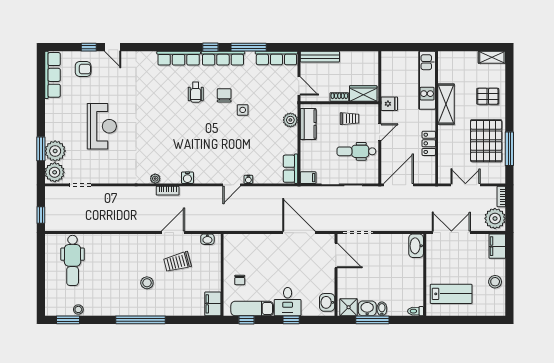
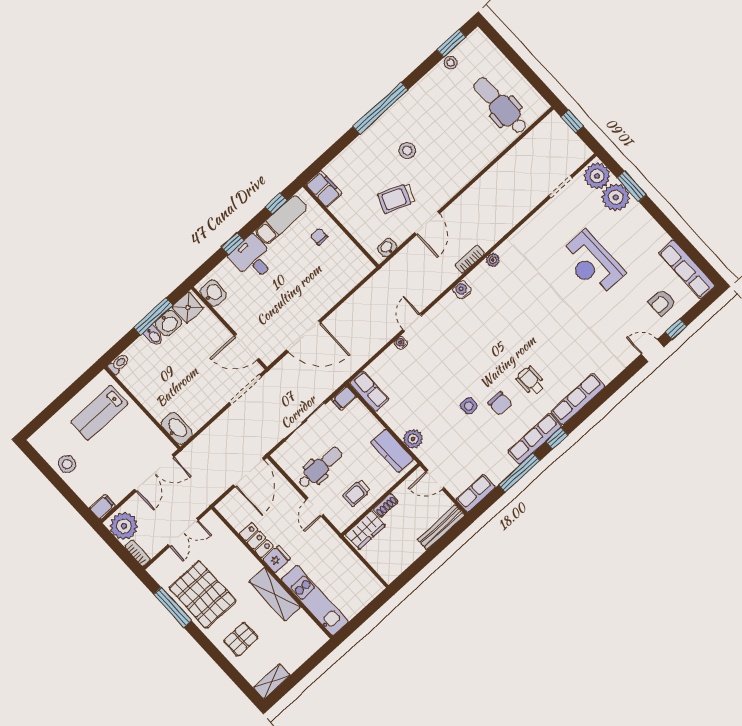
row of seats: (276, 58) -> (476, 493), width x0.68
fridge: (389, 104) -> (277, 559), moved, turned 180
filing cabinet: (497, 246) -> (102, 507), width x0.50
trolley: (177, 262) -> (396, 198), turned -143

